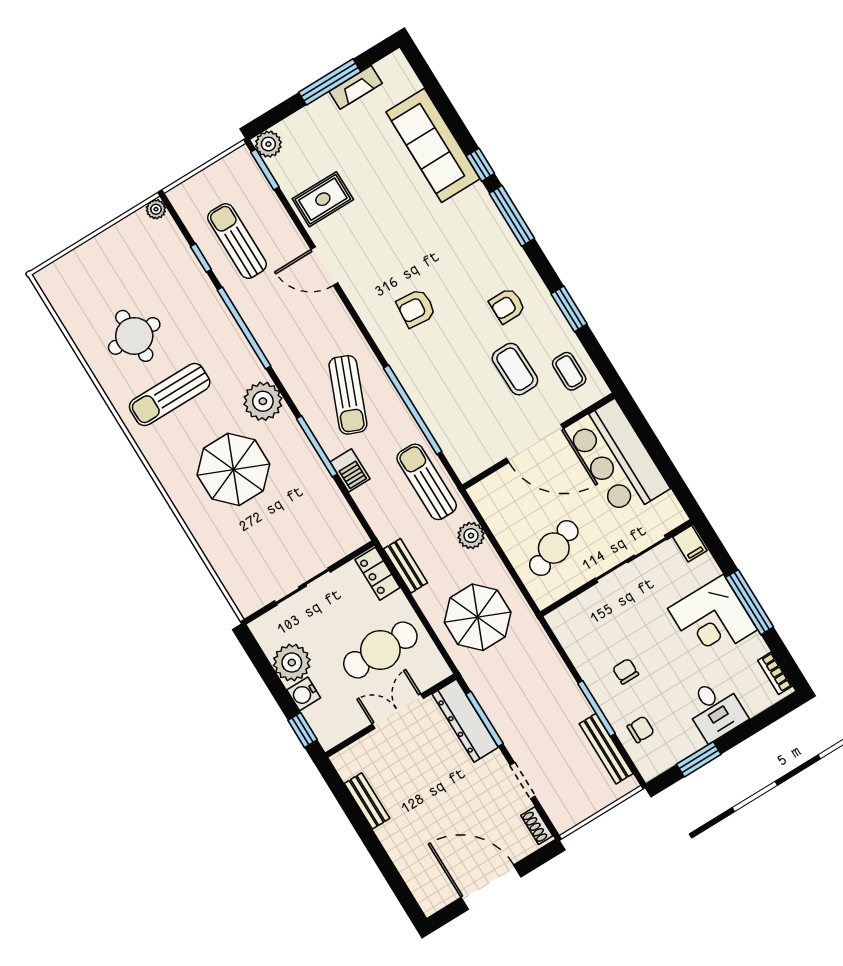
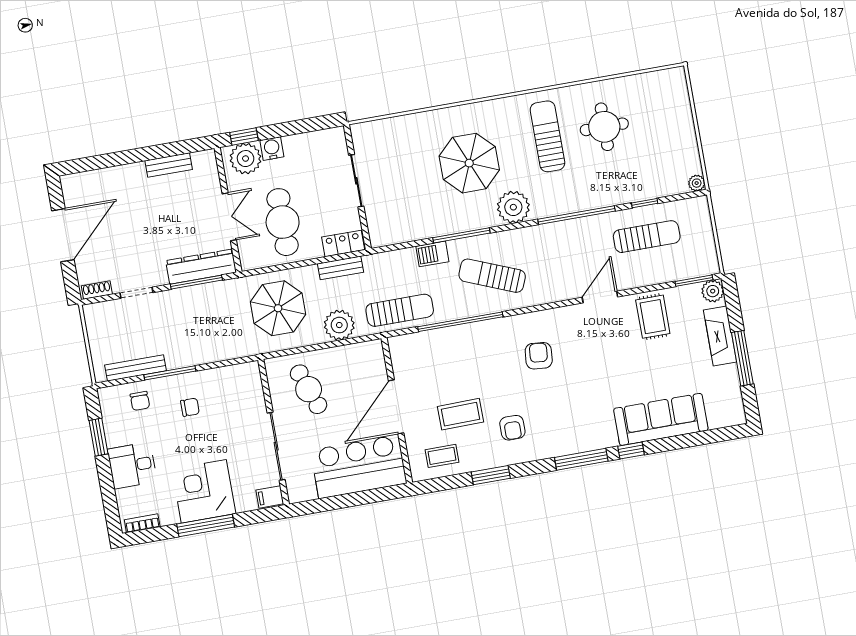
fireplace: (356, 87) -> (720, 336), moved, width x1.37, depth x1.32
armchair: (507, 306) -> (512, 428), turned 180
plant: (471, 536) -> (339, 325), width x1.36, depth x1.36
plant: (292, 663) -> (246, 159), moved

